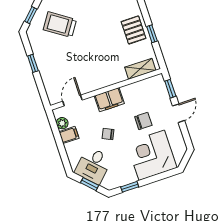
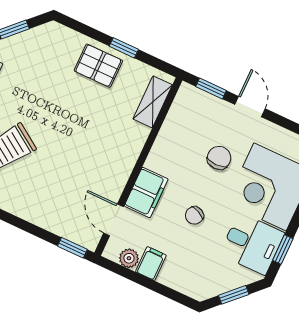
window: (33, 63) -> (72, 248), moved
filing cabinet: (109, 100) -> (146, 193), moved
desk: (93, 165) -> (252, 244), moved, turned -45

